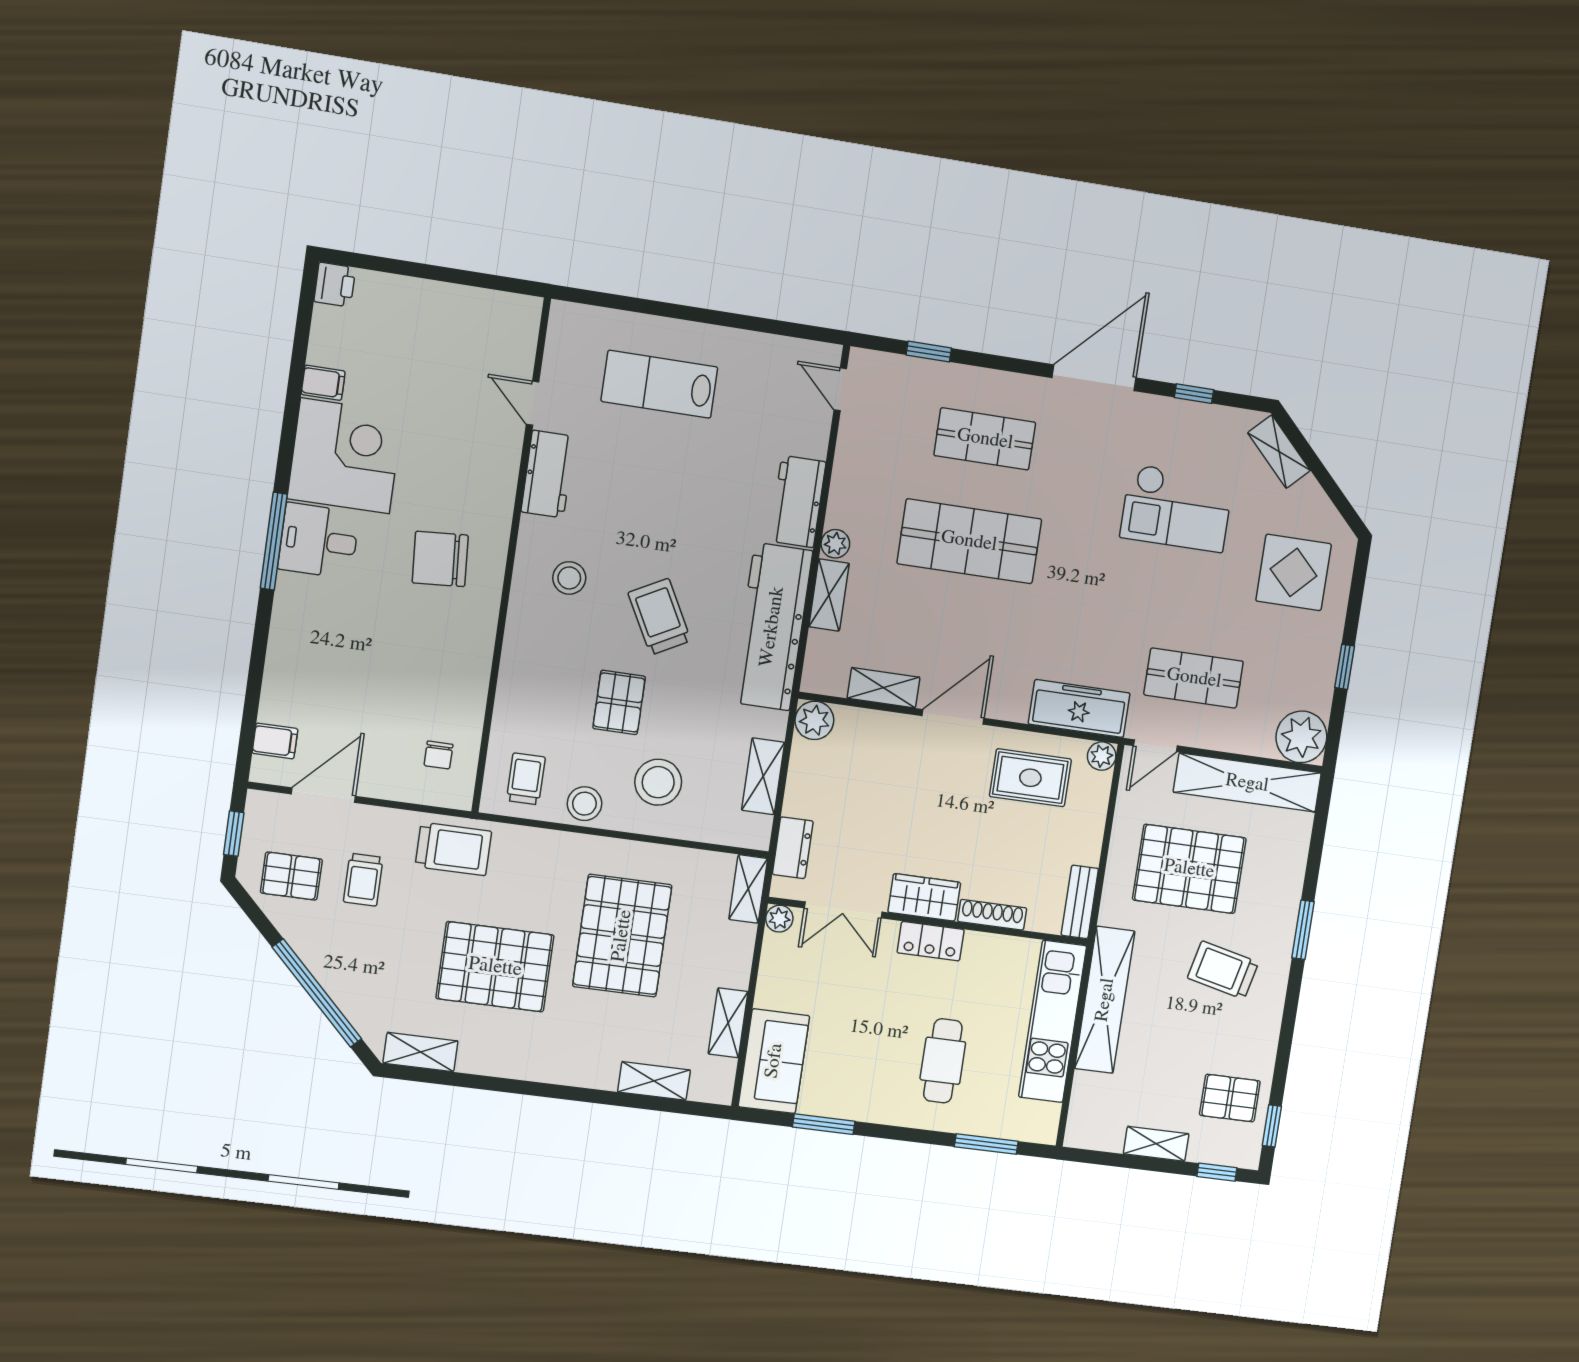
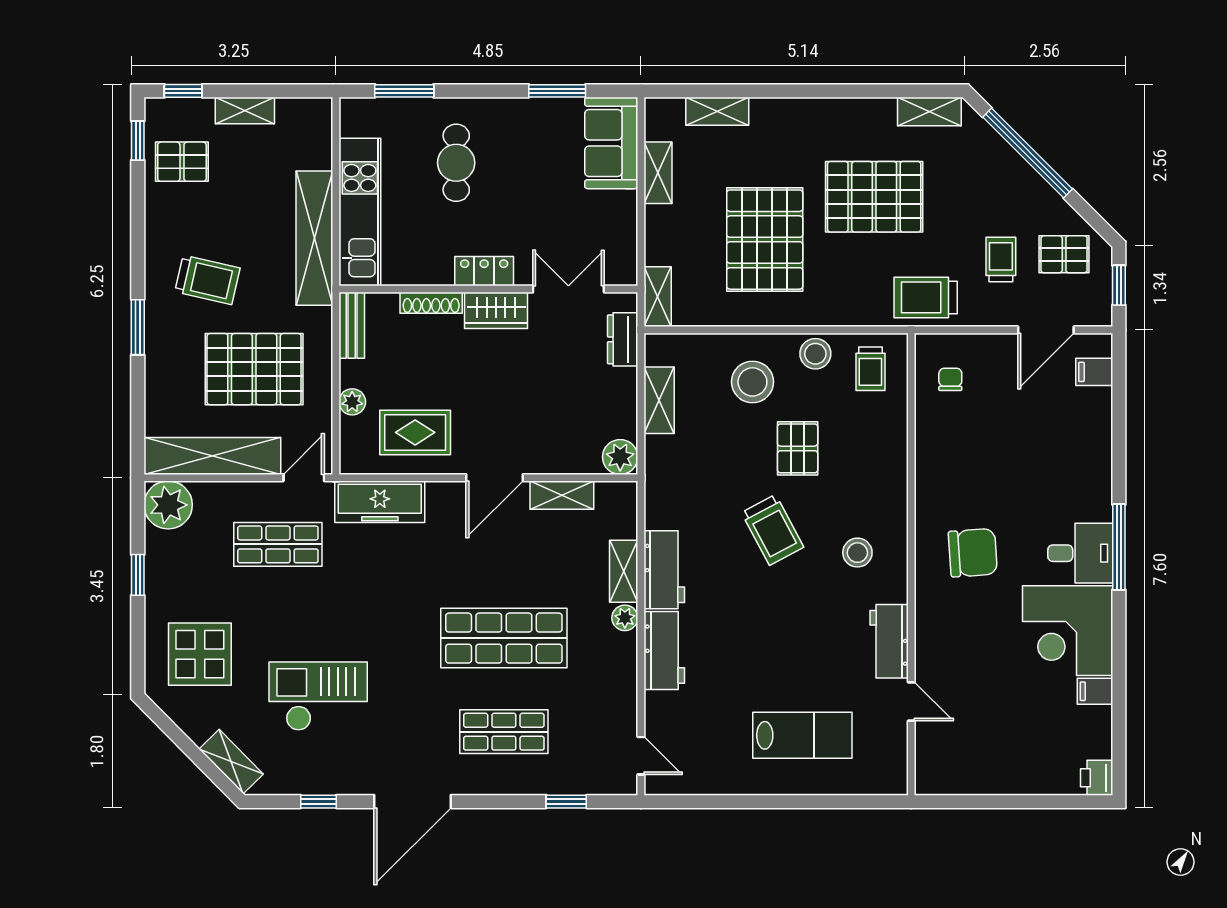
workbench: (772, 627) -> (664, 570), width x0.53, depth x0.76
plant: (1102, 756) -> (352, 402), moved
plant: (779, 919) -> (625, 274), removed

